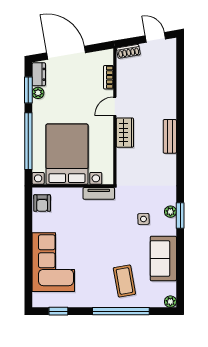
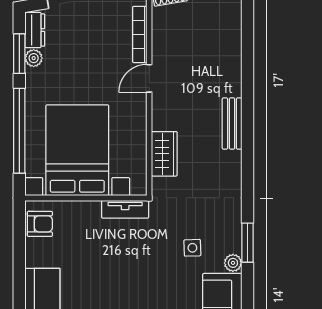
bookcase: (108, 77) -> (140, 34), width x1.56
wardrobe: (125, 133) -> (164, 154), moved
armchair: (42, 203) -> (40, 224), turned -90
plant: (170, 212) -> (233, 263), moved

